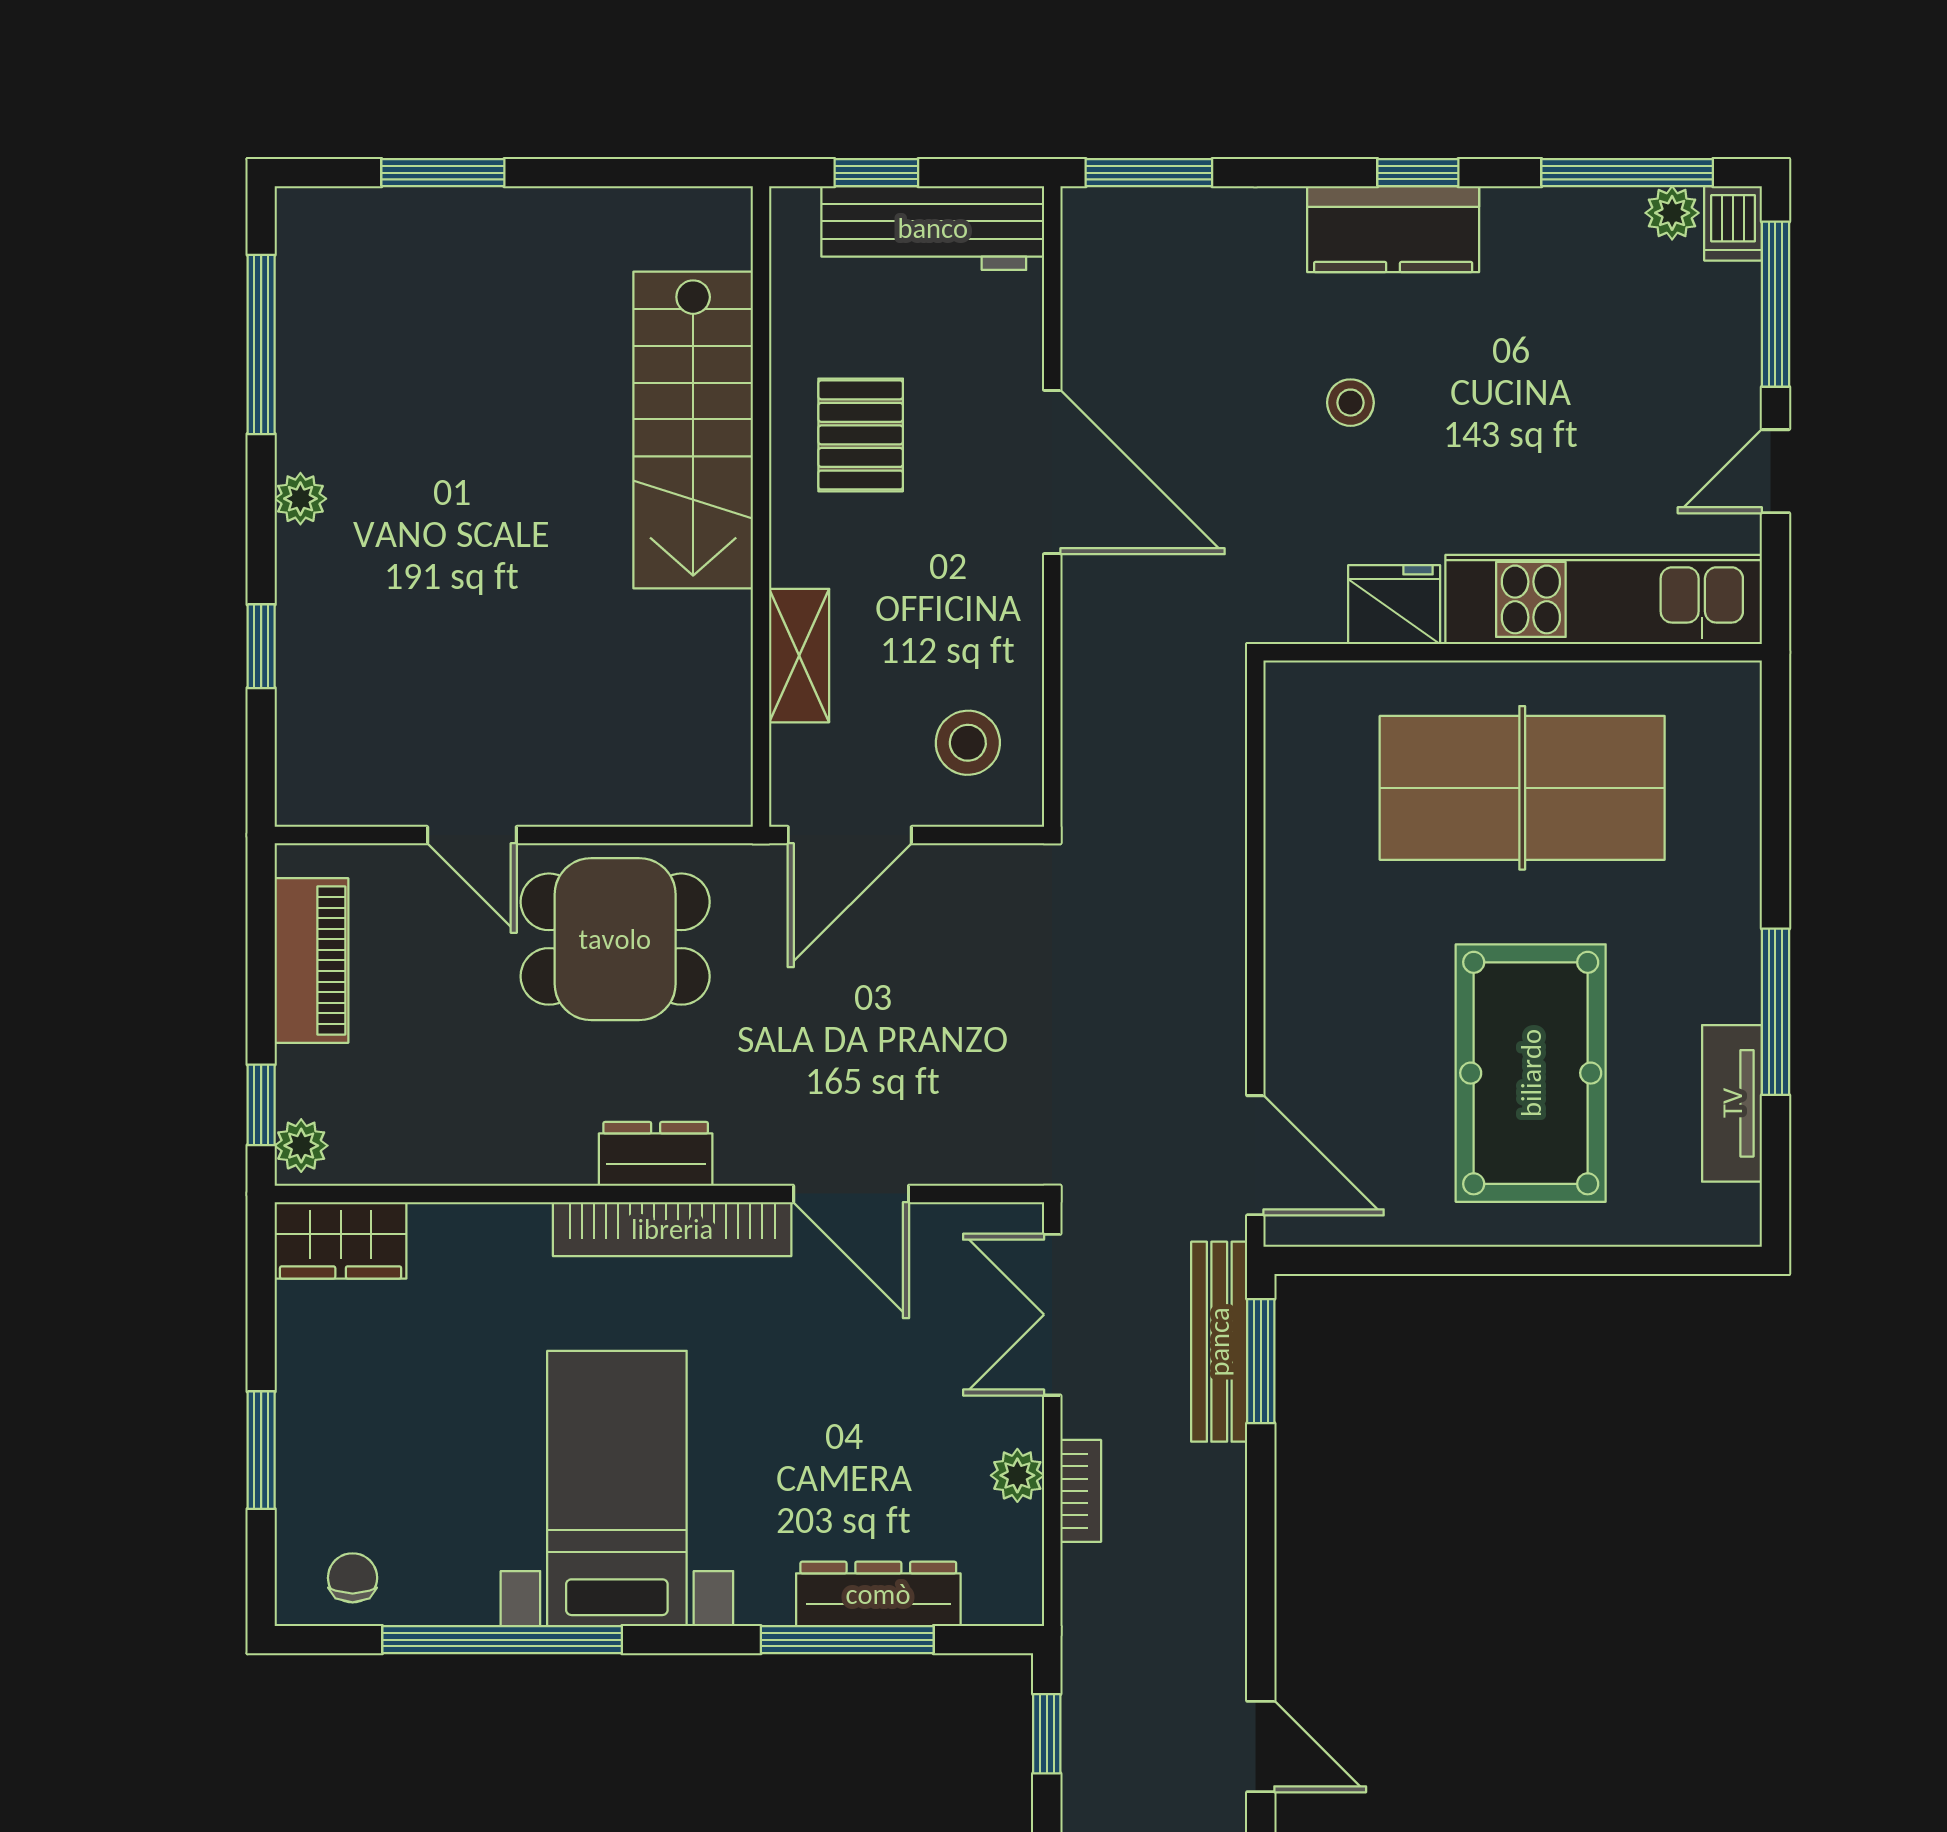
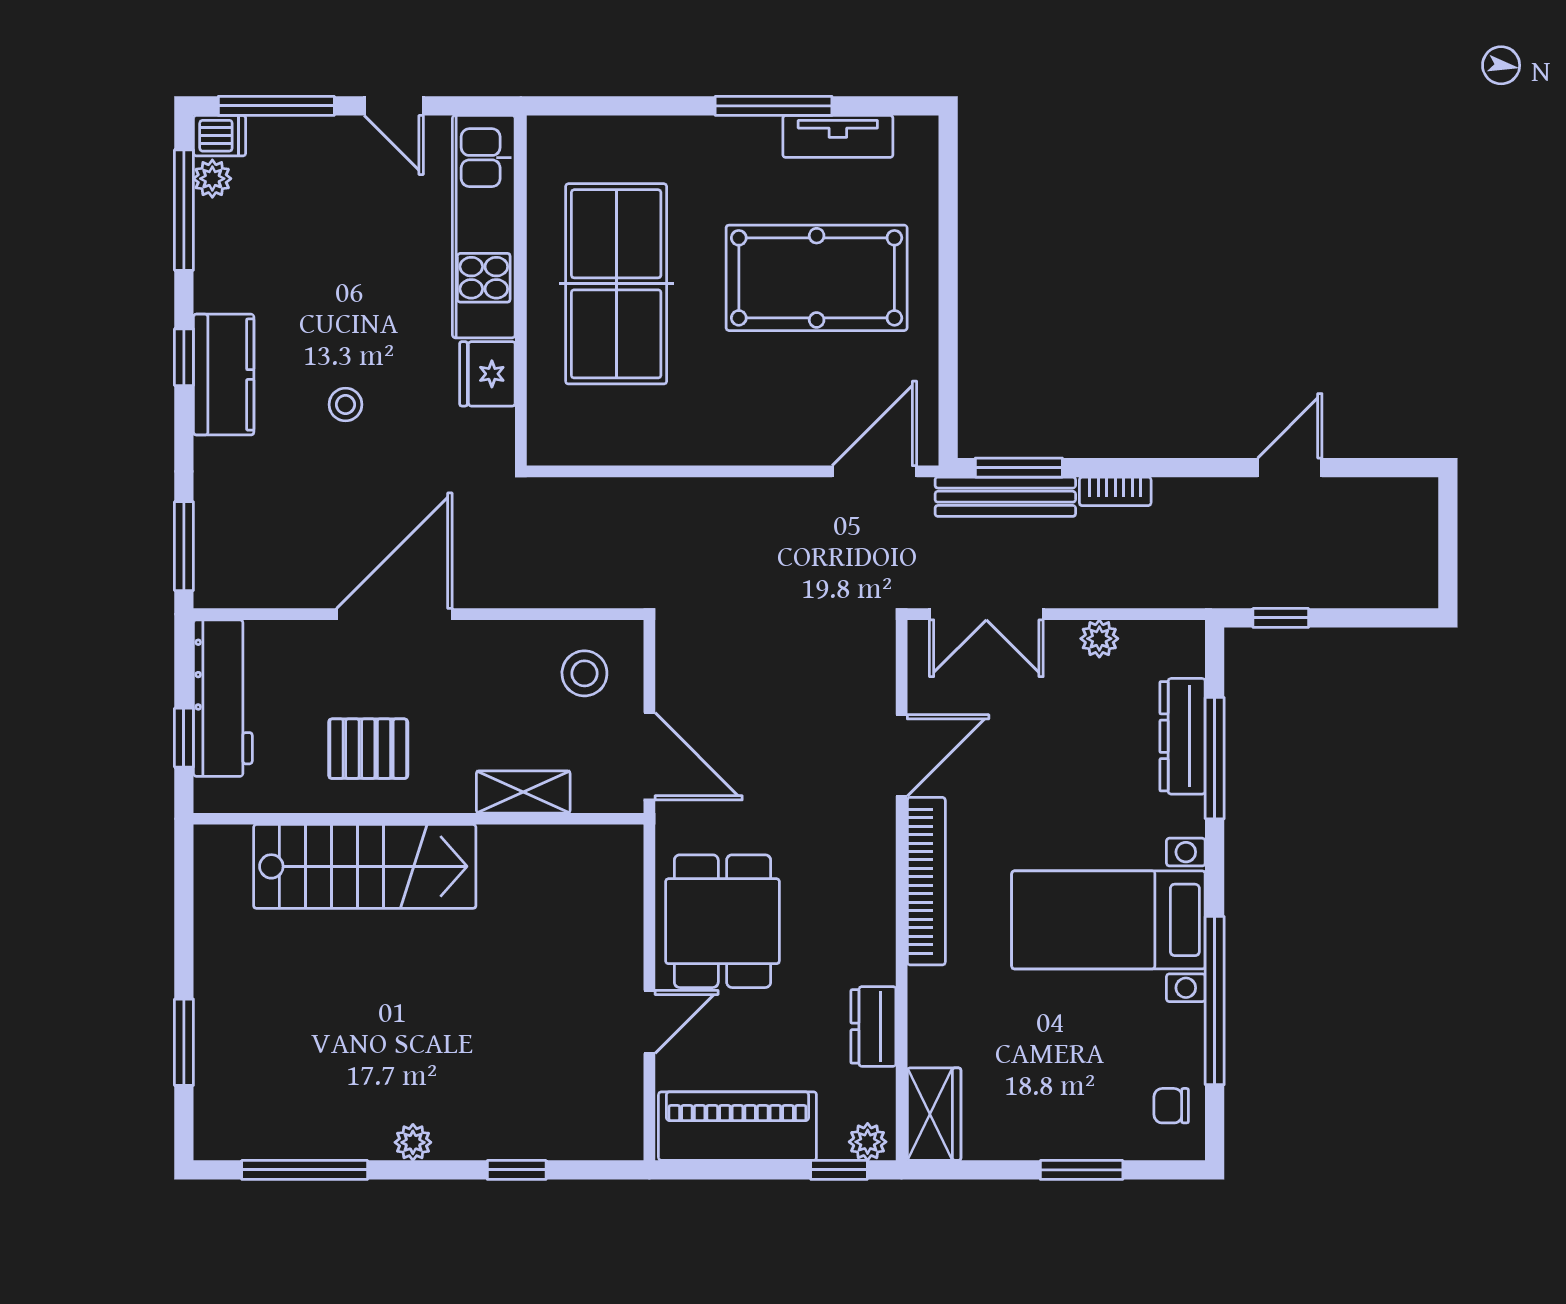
piano: (311, 960) -> (737, 1126), width x1.37, depth x1.33
dresser: (656, 1154) -> (873, 1026), moved
bookcase: (1081, 1491) -> (1115, 491), moved, turned 180

